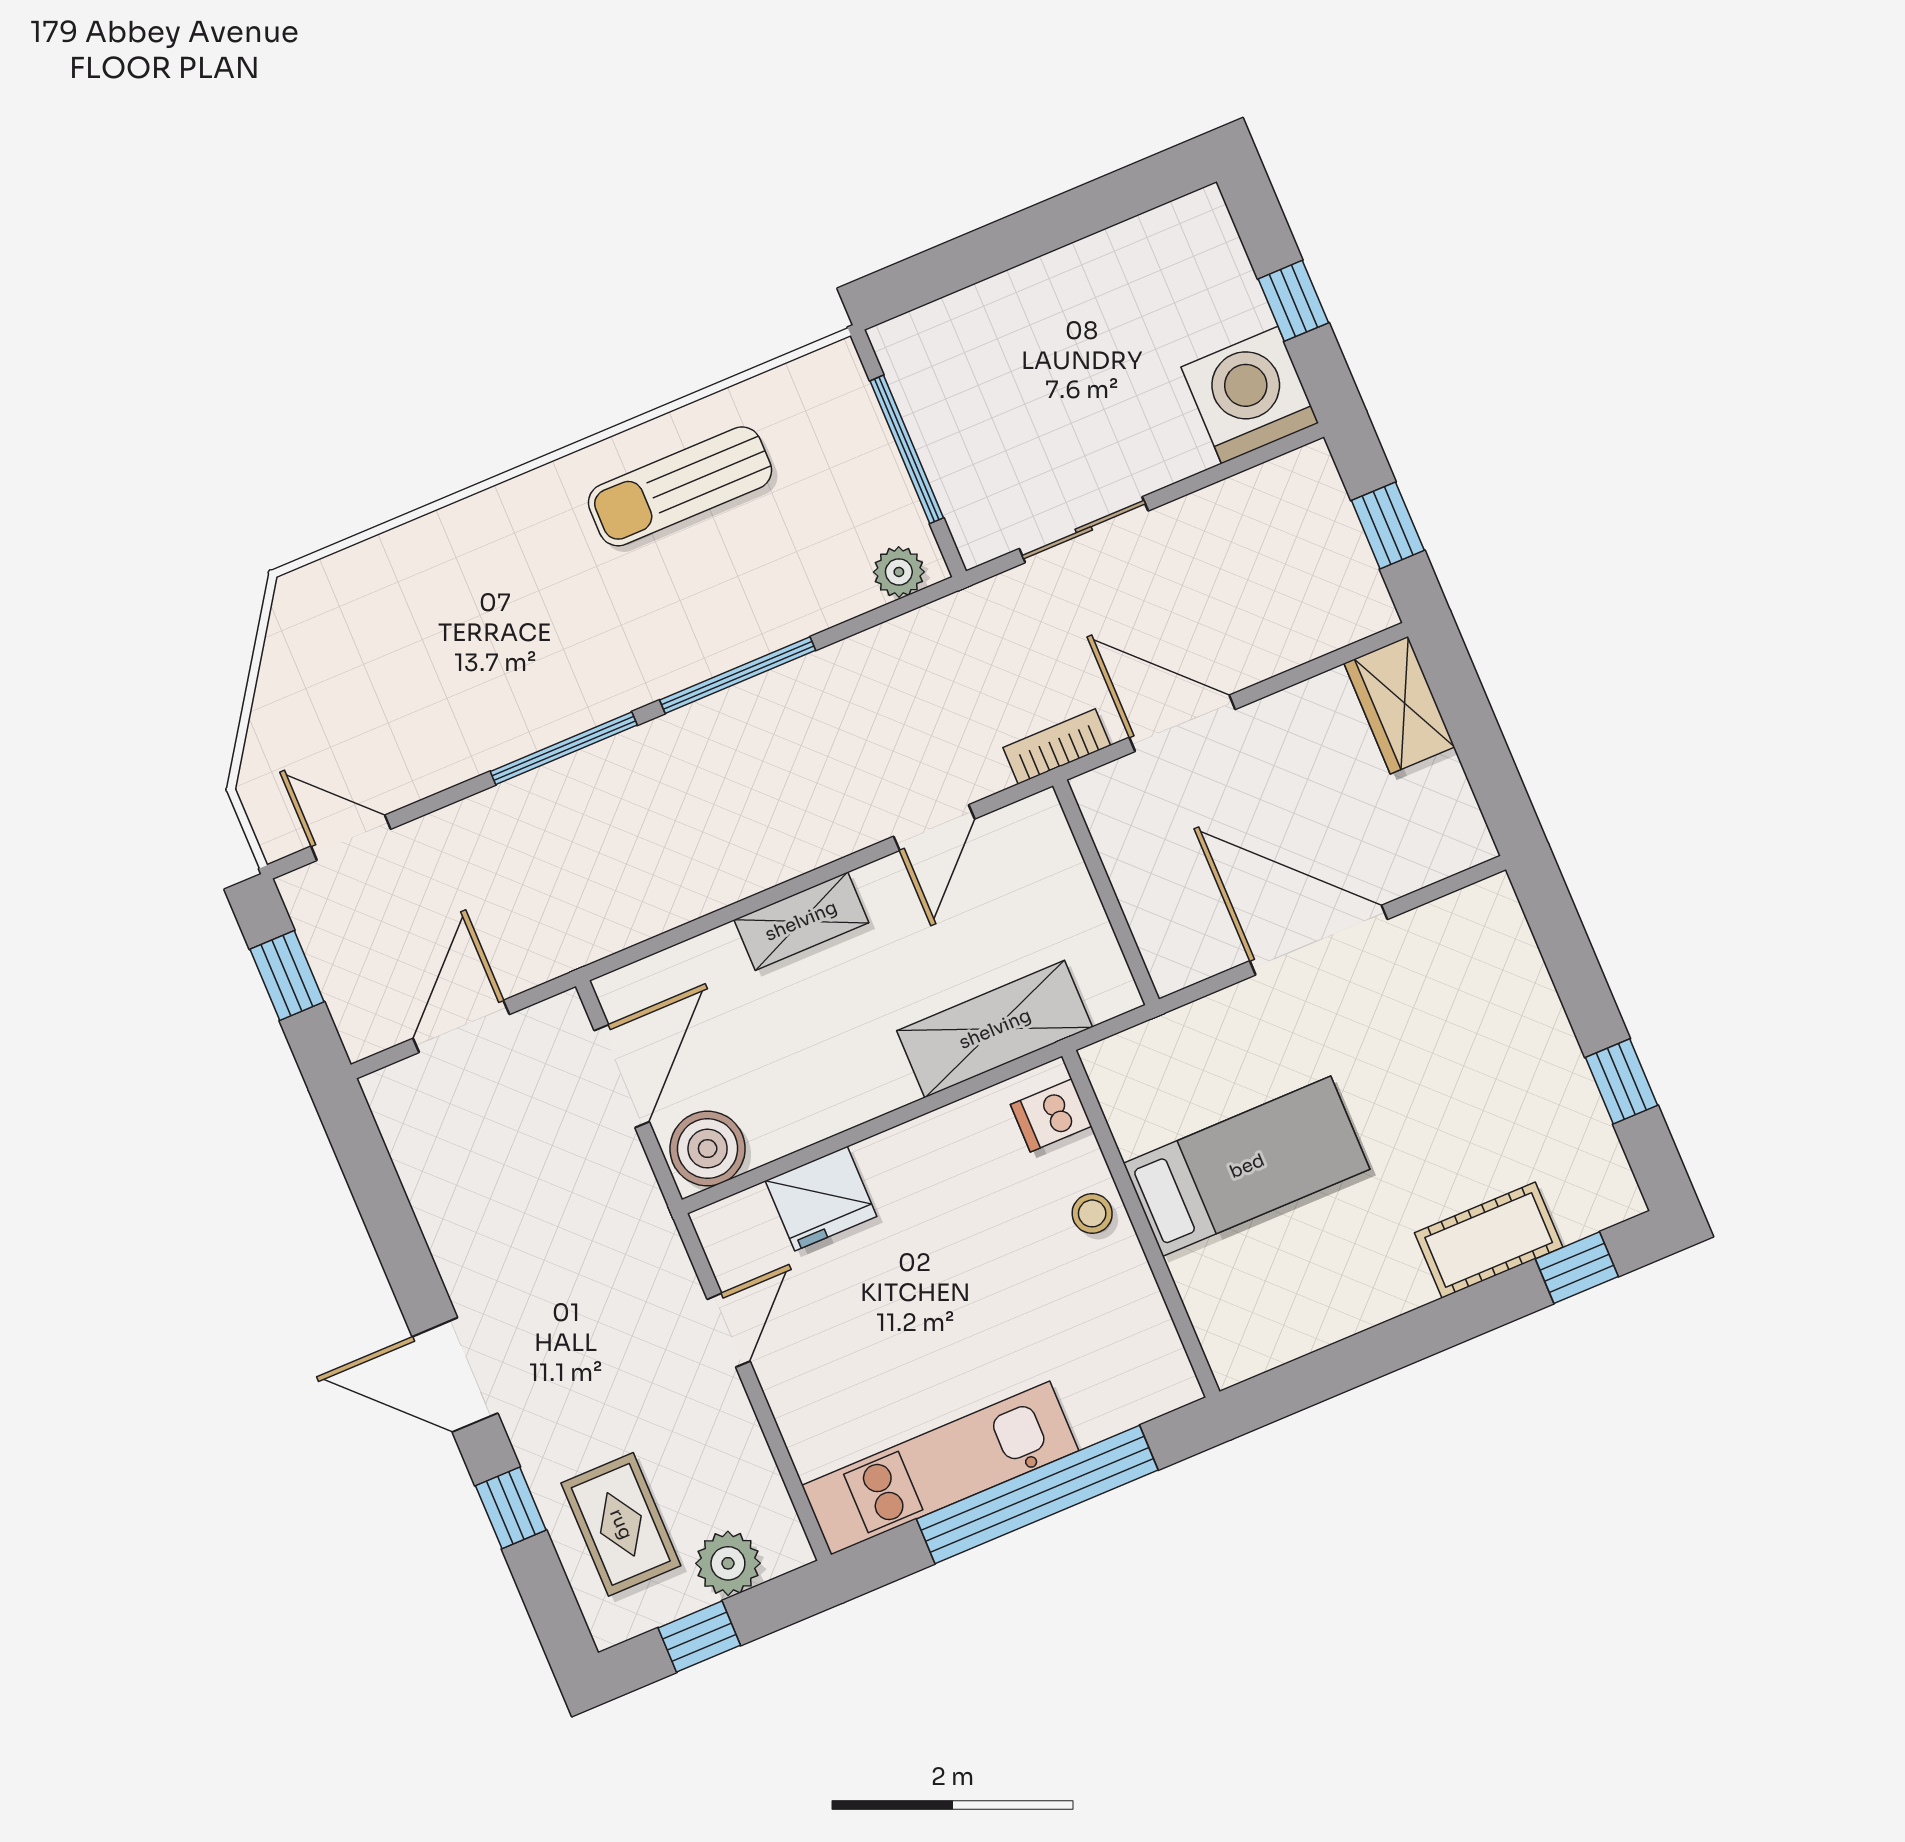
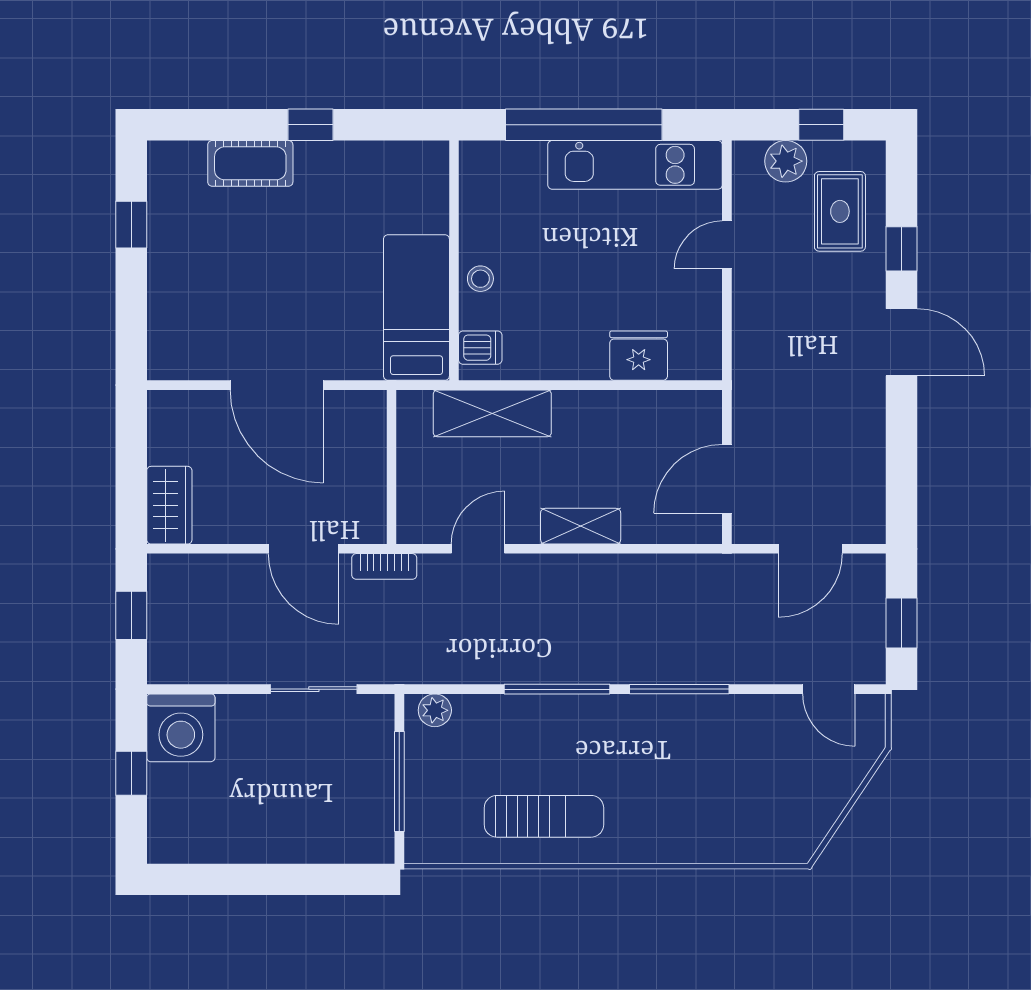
boiler: (708, 1149) -> (694, 414), removed
bed: (1247, 1166) -> (416, 307), moved, turned 90
window: (1577, 1268) -> (310, 125), moved
door: (729, 1330) -> (727, 245), moved

